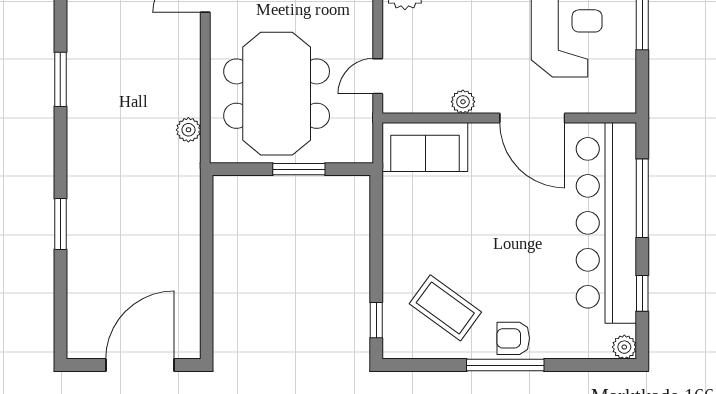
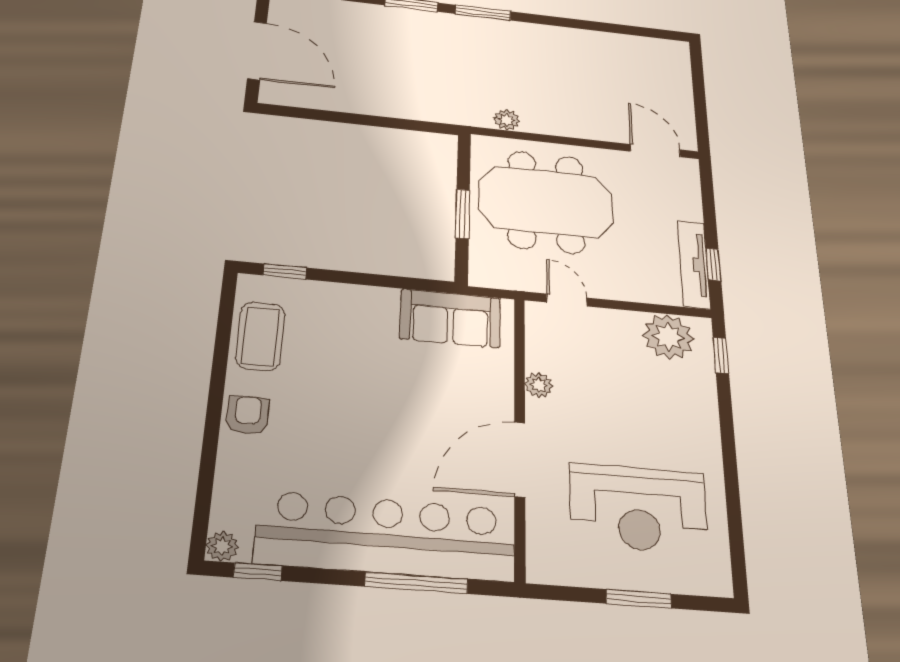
window: (60, 79) -> (483, 13), moved
sofa: (425, 147) -> (450, 318), moved, turned -90
window: (642, 293) -> (258, 572), moved
coffee table: (445, 308) -> (260, 336), moved, turned -36
window: (505, 365) -> (215, 403), removed

